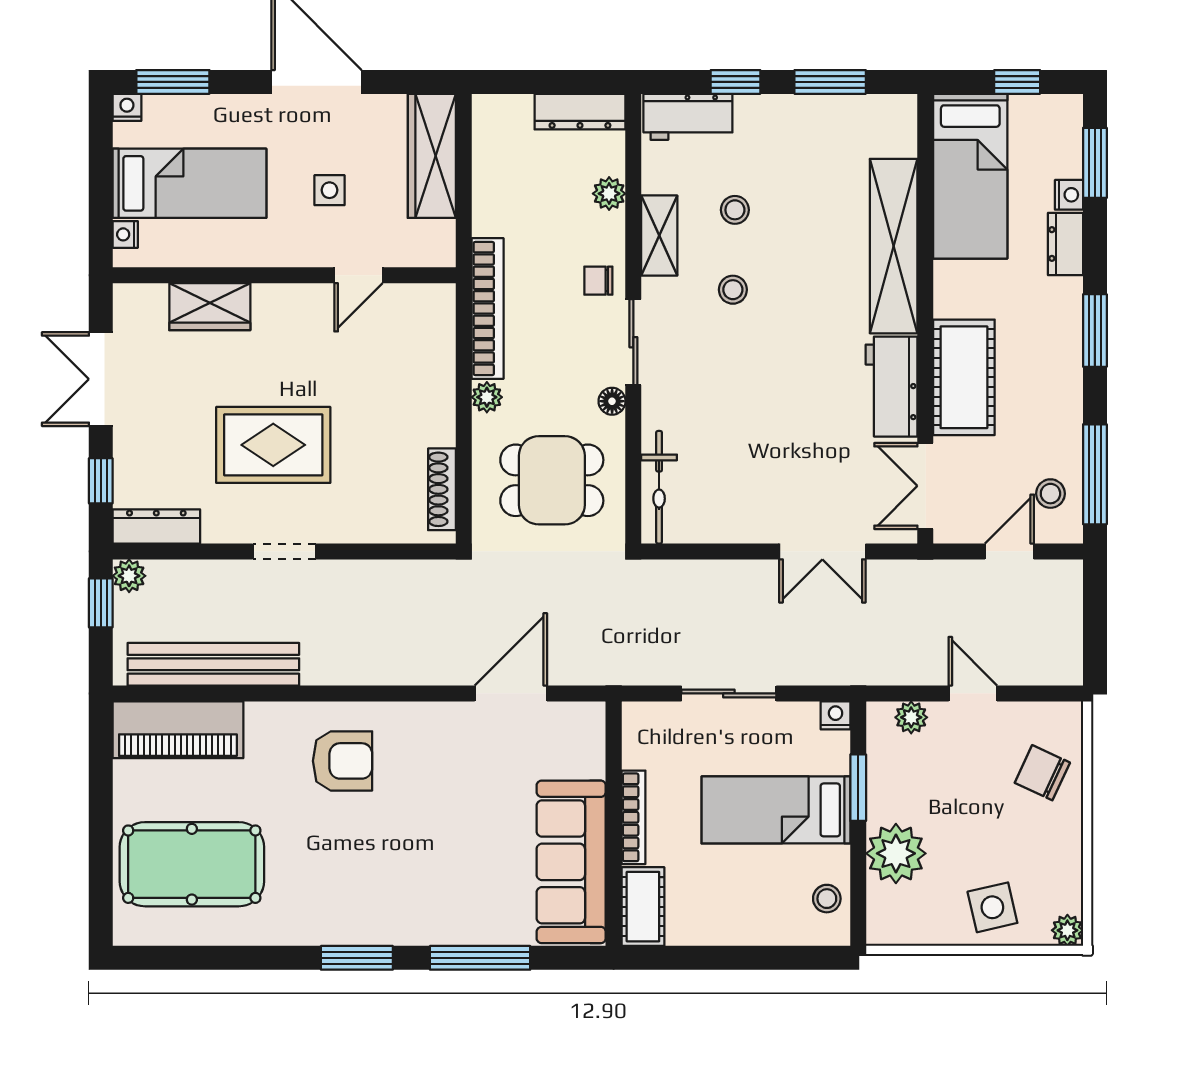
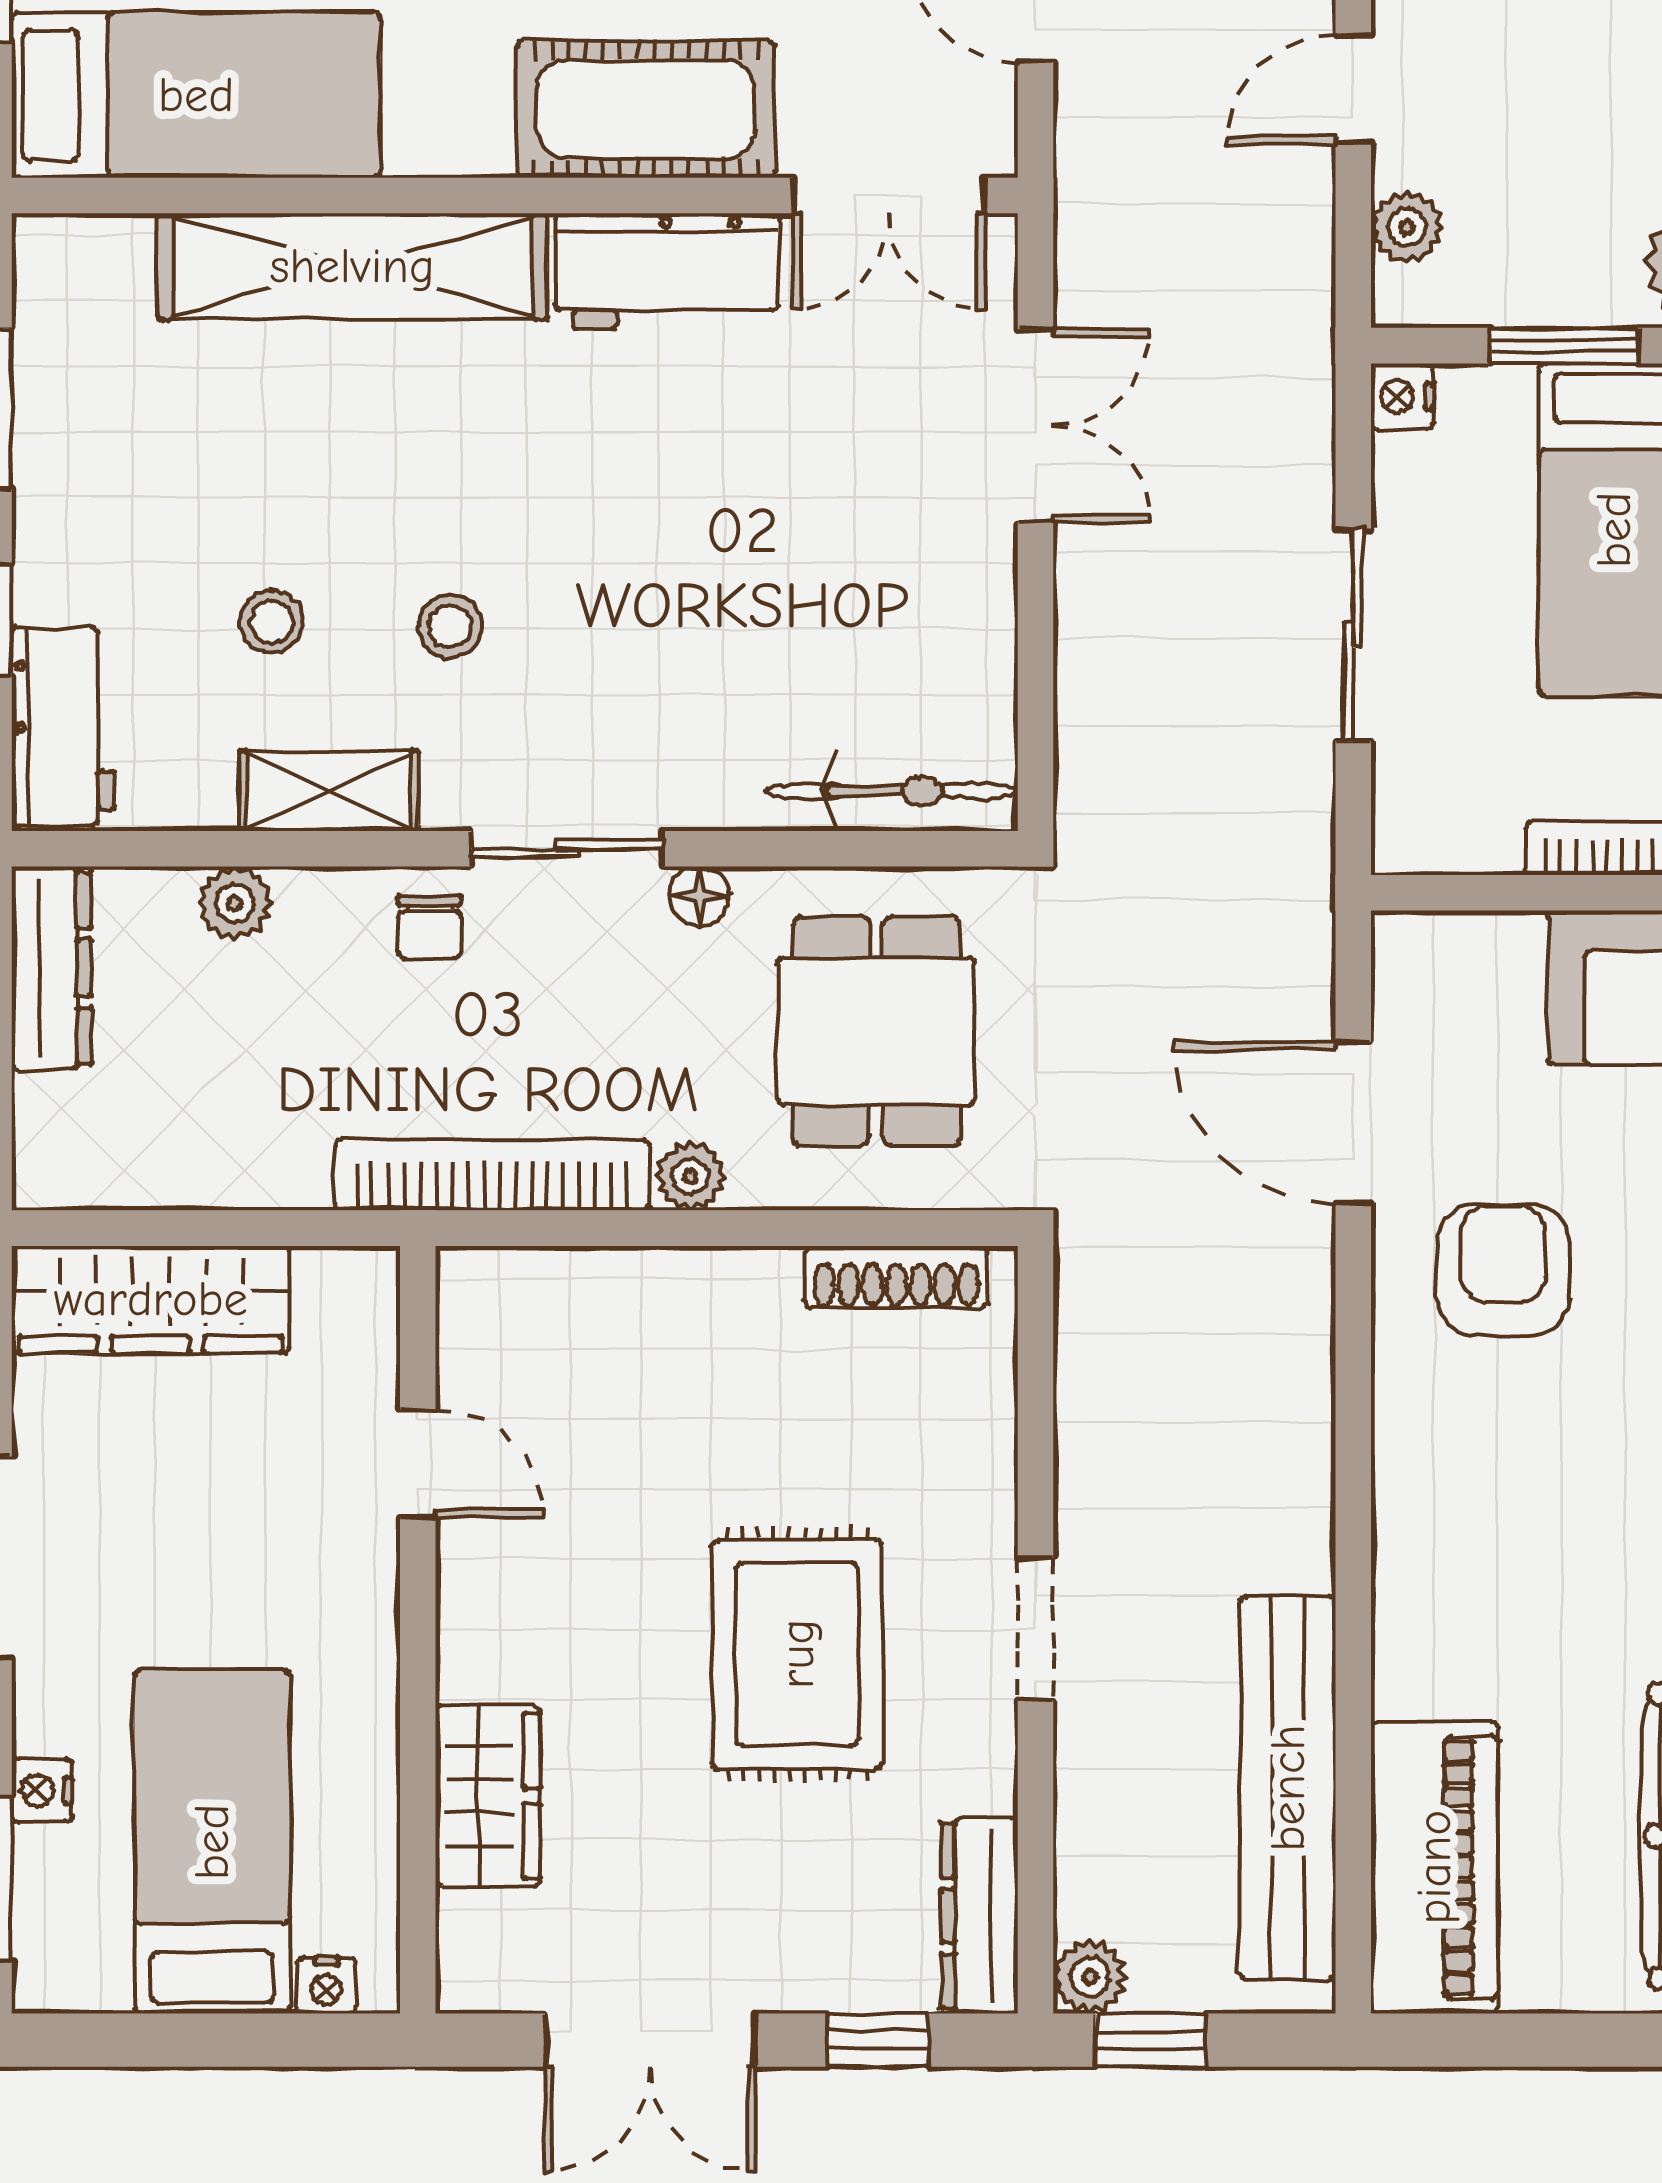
nightstand: (127, 107) -> (42, 1791), moved
side table: (330, 190) -> (227, 1528), removed
armchair: (343, 761) -> (1503, 1270), moved

